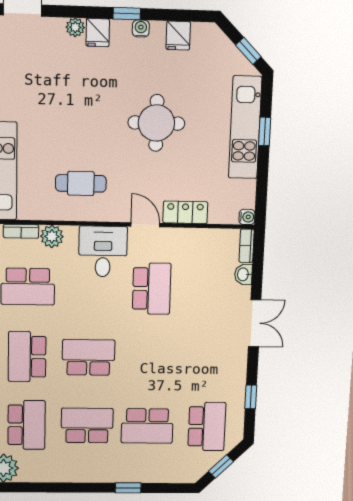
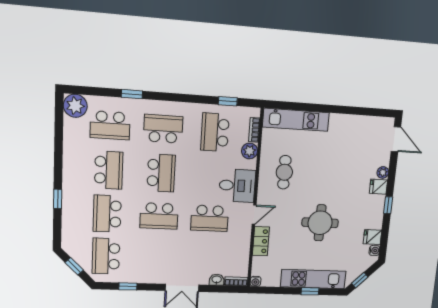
water cooler: (141, 28) -> (374, 250), moved
school desk: (149, 358) -> (159, 216), added
school desk: (207, 426) -> (106, 256), turned 90

